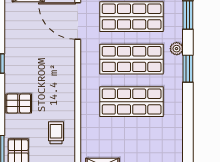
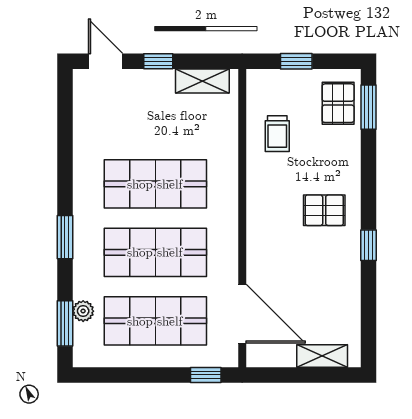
plant: (177, 49) -> (83, 311), moved
pallet: (19, 103) -> (324, 210), moved

